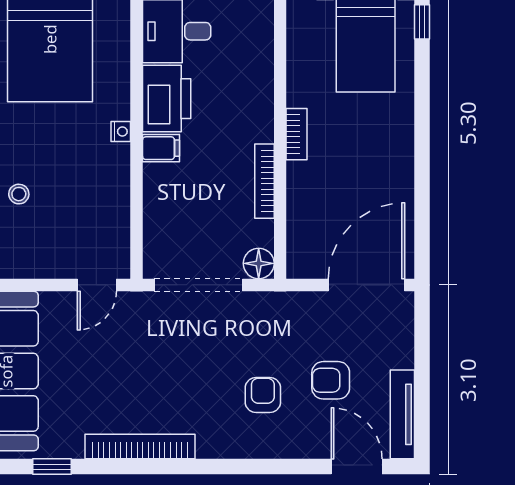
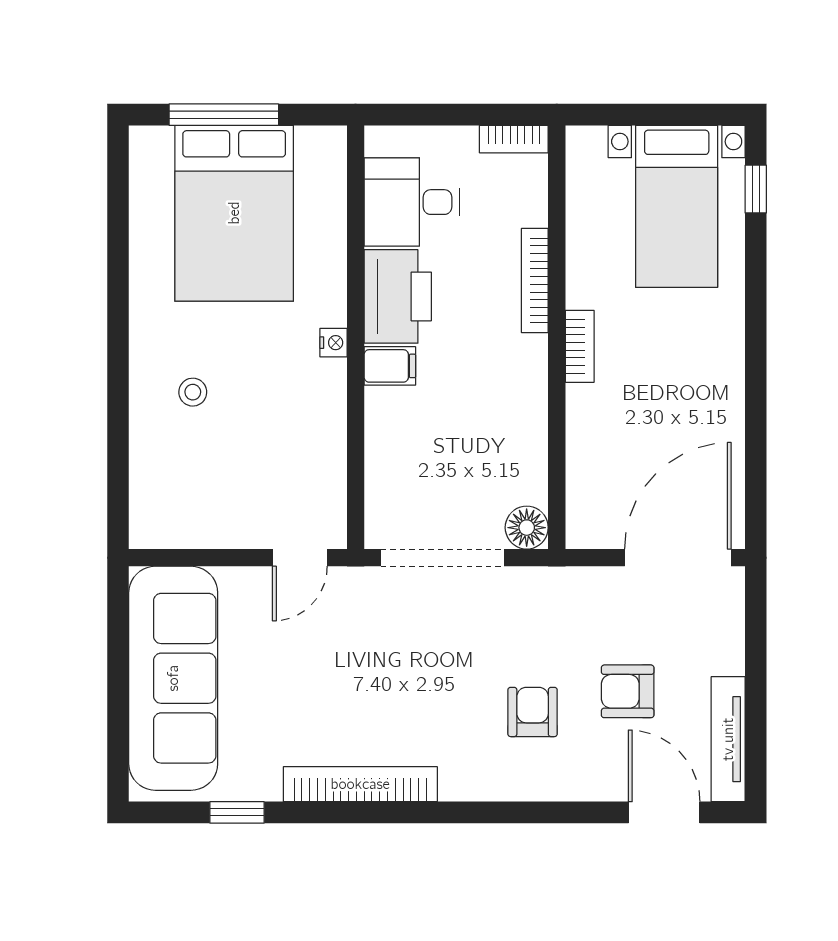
bookcase: (264, 181) -> (535, 281), moved
stool: (19, 194) -> (193, 392), moved

